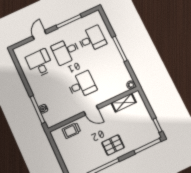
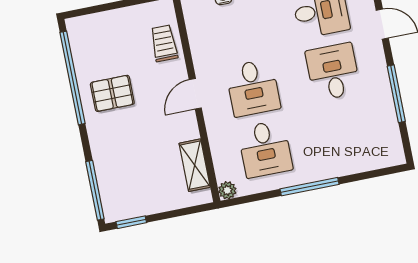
desk: (92, 39) -> (265, 149), moved
pallet: (113, 145) -> (112, 93), moved, turned 90

